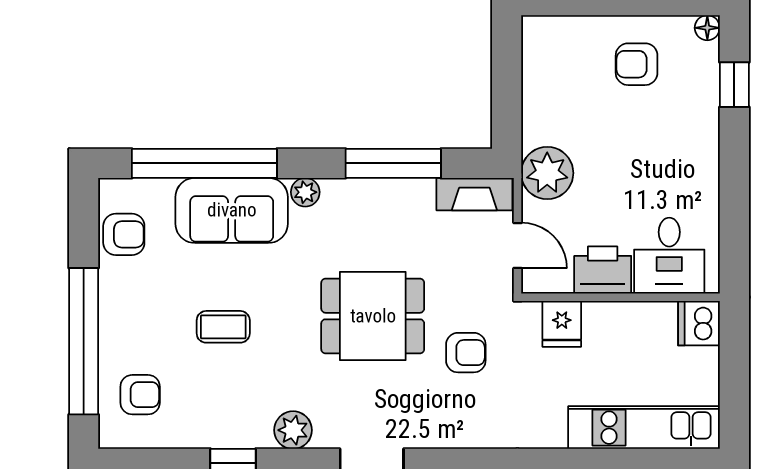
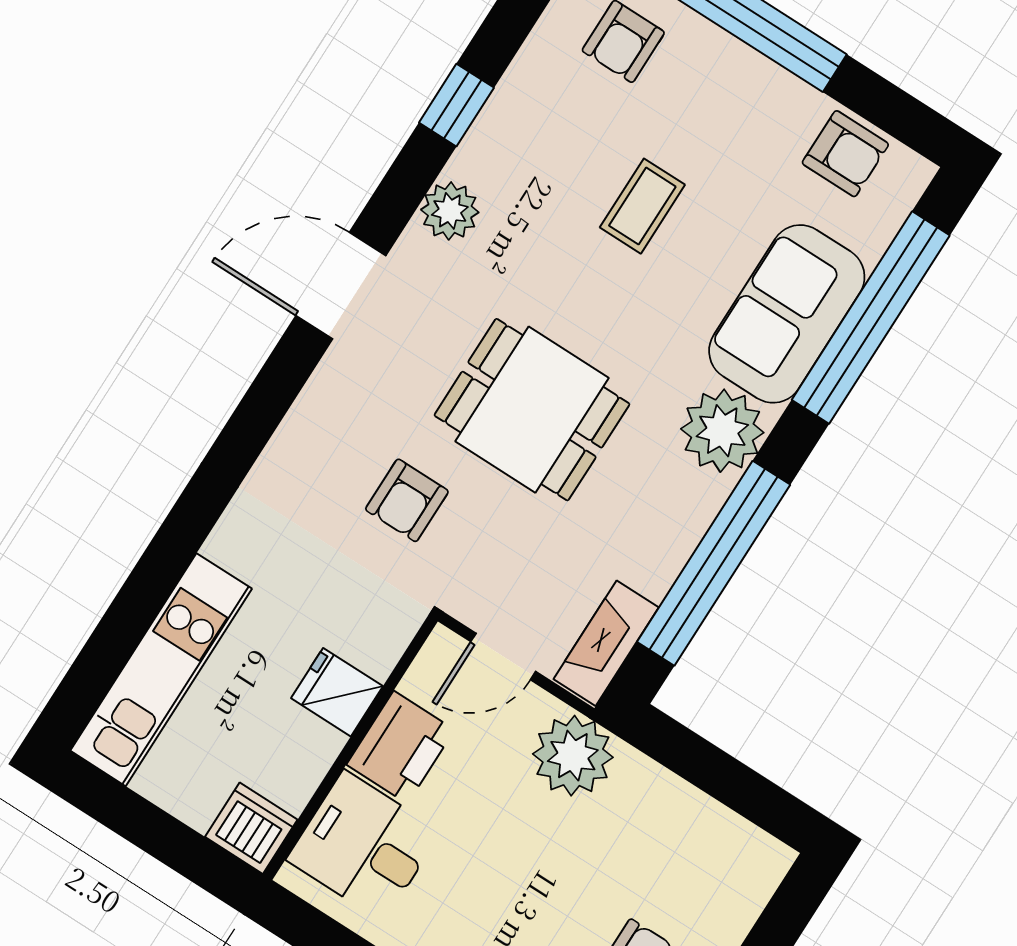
window: (393, 163) -> (714, 563), width x1.46
plant: (305, 192) -> (722, 431), width x1.88, depth x1.88
armchair: (124, 234) -> (845, 154), turned -90
dining table: (373, 316) -> (532, 410), turned 90
fridge: (562, 324) -> (337, 692), moved

